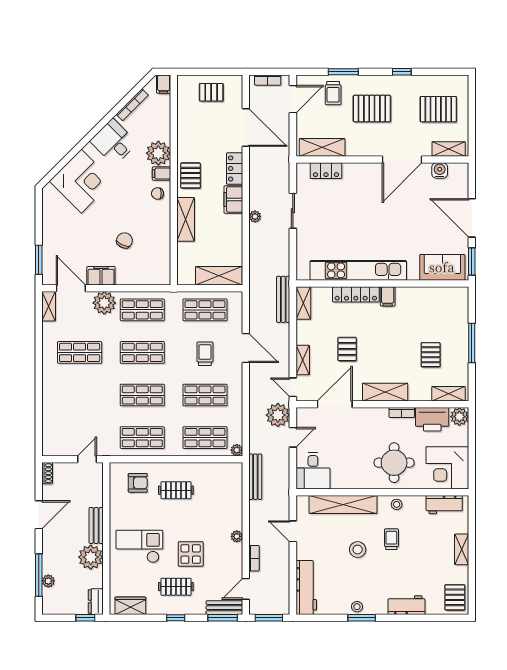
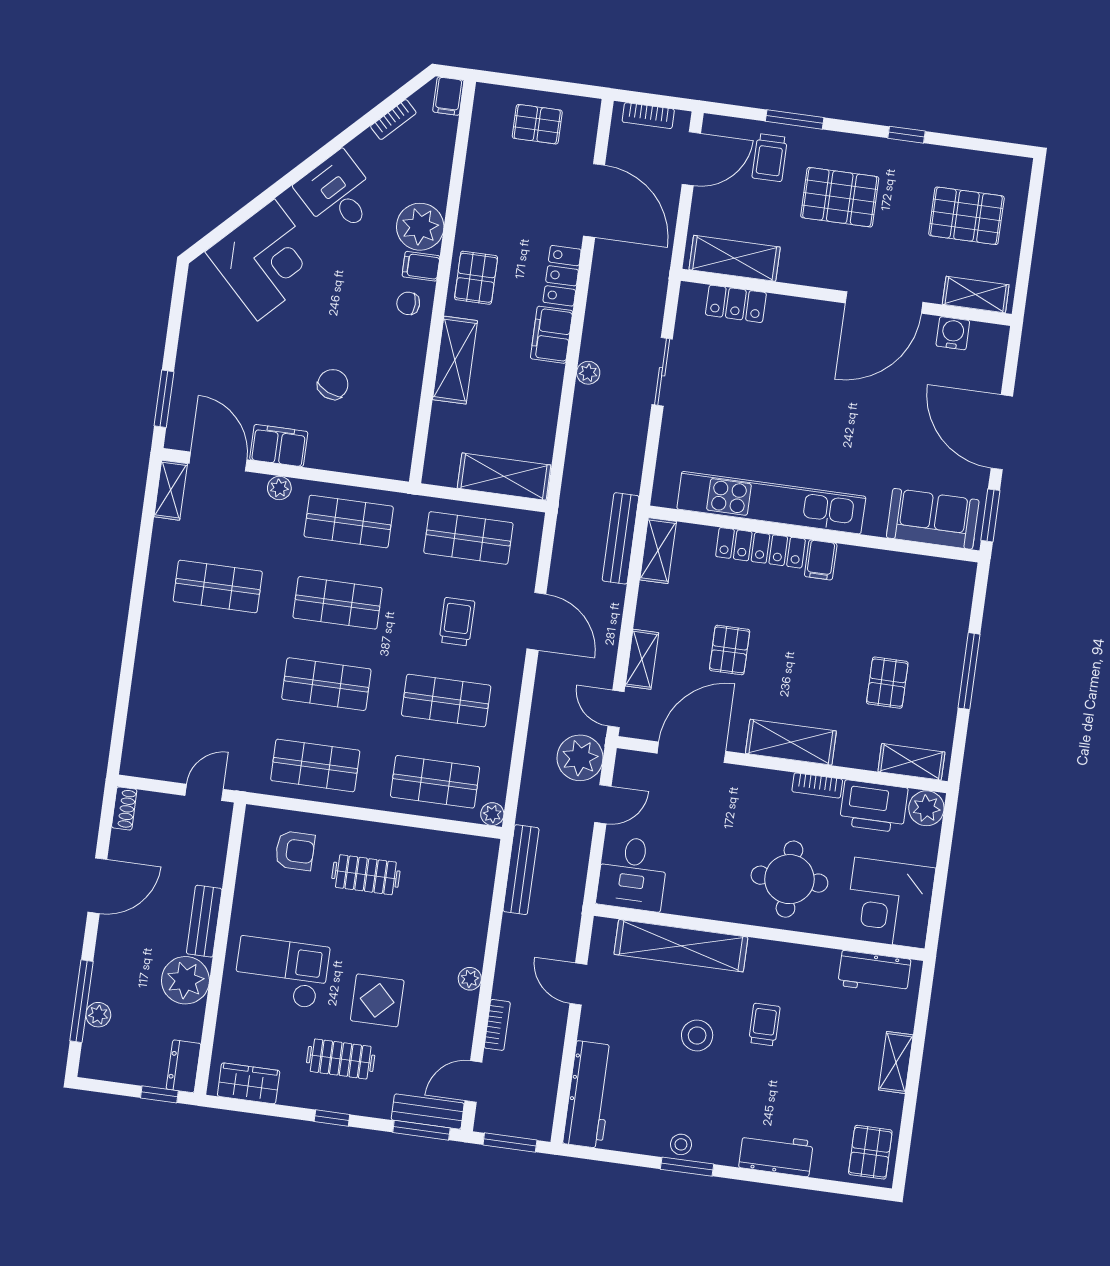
bookcase: (132, 105) -> (393, 120), width x0.64
plant: (104, 303) -> (279, 488), width x0.53, depth x0.53
stool: (397, 504) -> (783, 960), removed

